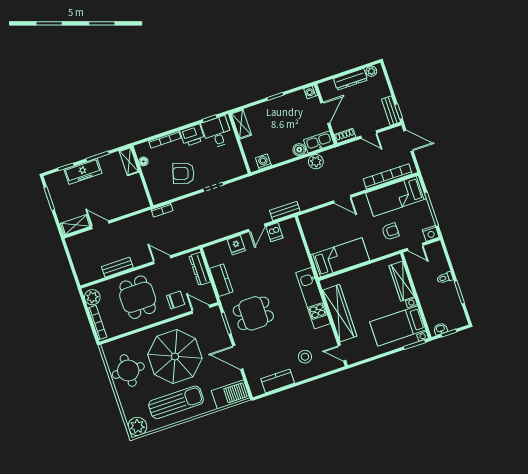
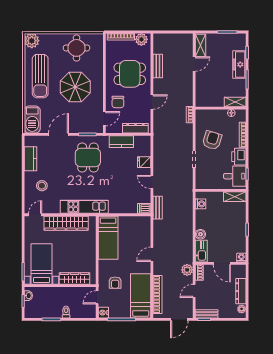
plant: (316, 162) -> (187, 270), moved
dishwasher: (274, 232) -> (144, 208), moved
parasol: (175, 356) -> (75, 87), width x0.73, depth x0.73

